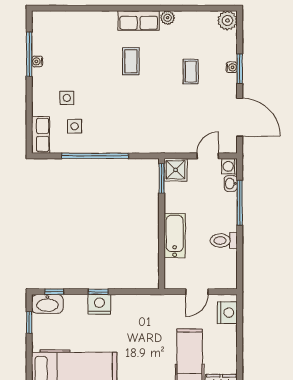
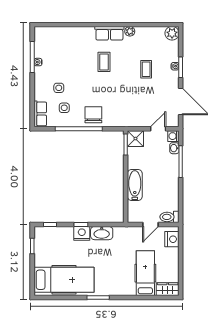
chair: (116, 136) -> (93, 115), added
toilet: (224, 241) -> (169, 217), moved
washbasin: (47, 304) -> (102, 233), moved

